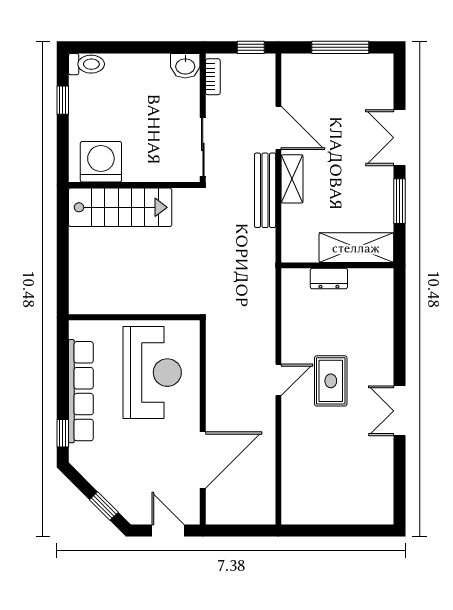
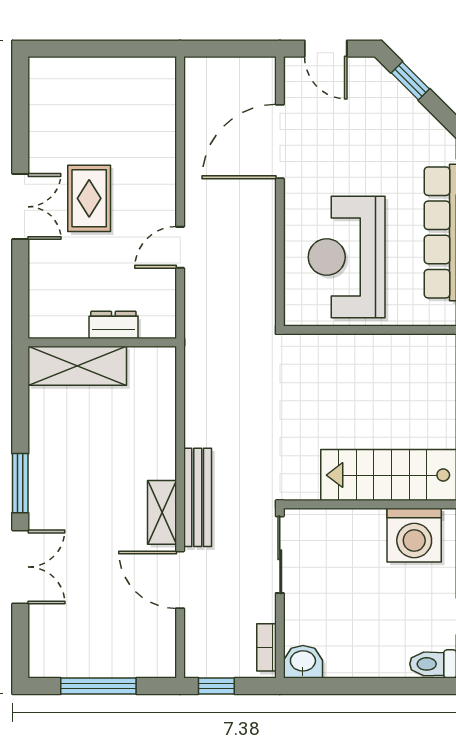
shelving: (356, 248) -> (77, 366), moved
wall: (337, 265) -> (102, 342), moved
dresser: (329, 279) -> (113, 325), moved
rug: (331, 381) -> (89, 198), moved

